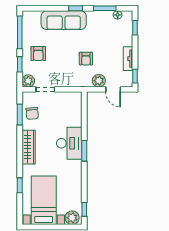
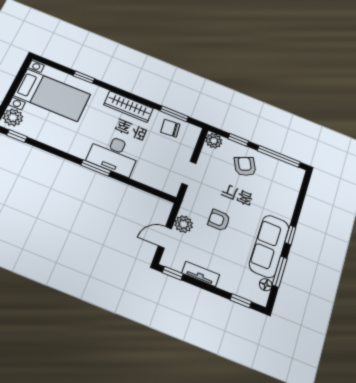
sofa: (64, 20) -> (269, 246), moved
armchair: (38, 53) -> (245, 166), turned 65
doorway: (45, 89) -> (189, 173), moved

